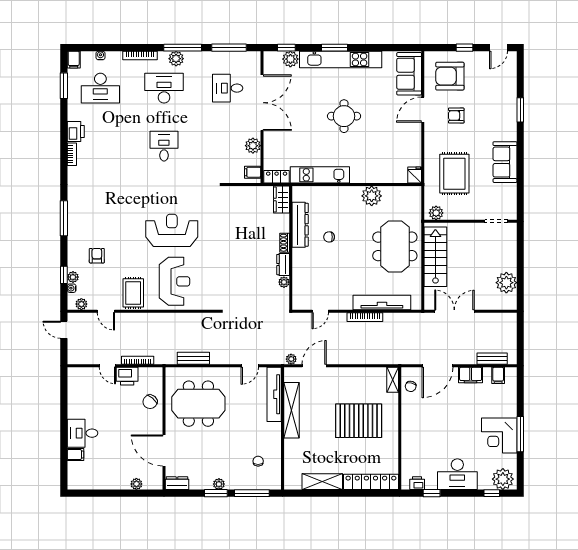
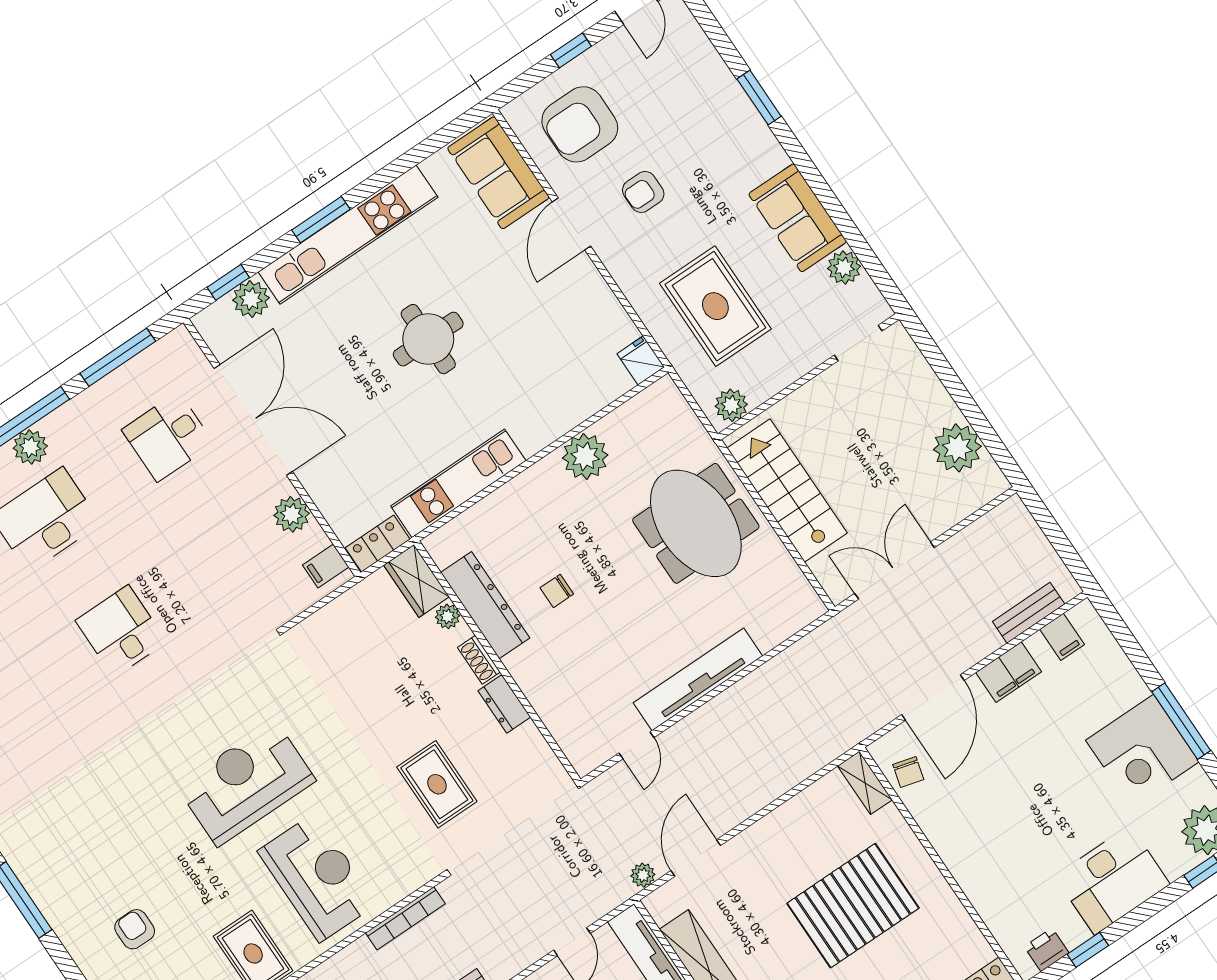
plant: (510, 191) -> (844, 267), added
rug: (240, 277) -> (437, 784), added
plant: (284, 282) -> (448, 616), moved
tv unit: (382, 303) -> (698, 679), moved
bookcase: (365, 317) -> (405, 918), moved

